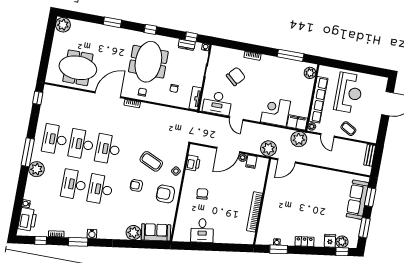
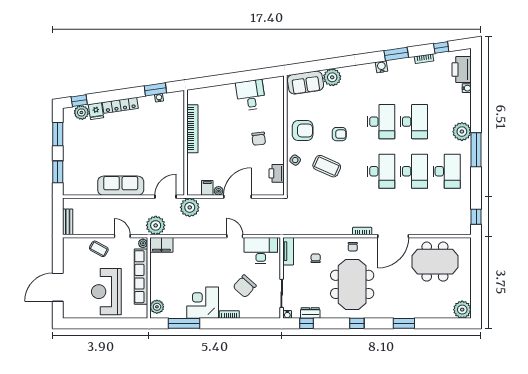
corner desk: (276, 112) -> (203, 303), moved, turned 180
sofa: (357, 200) -> (121, 186), moved, turned -90
locker: (305, 242) -> (120, 105), width x1.53

